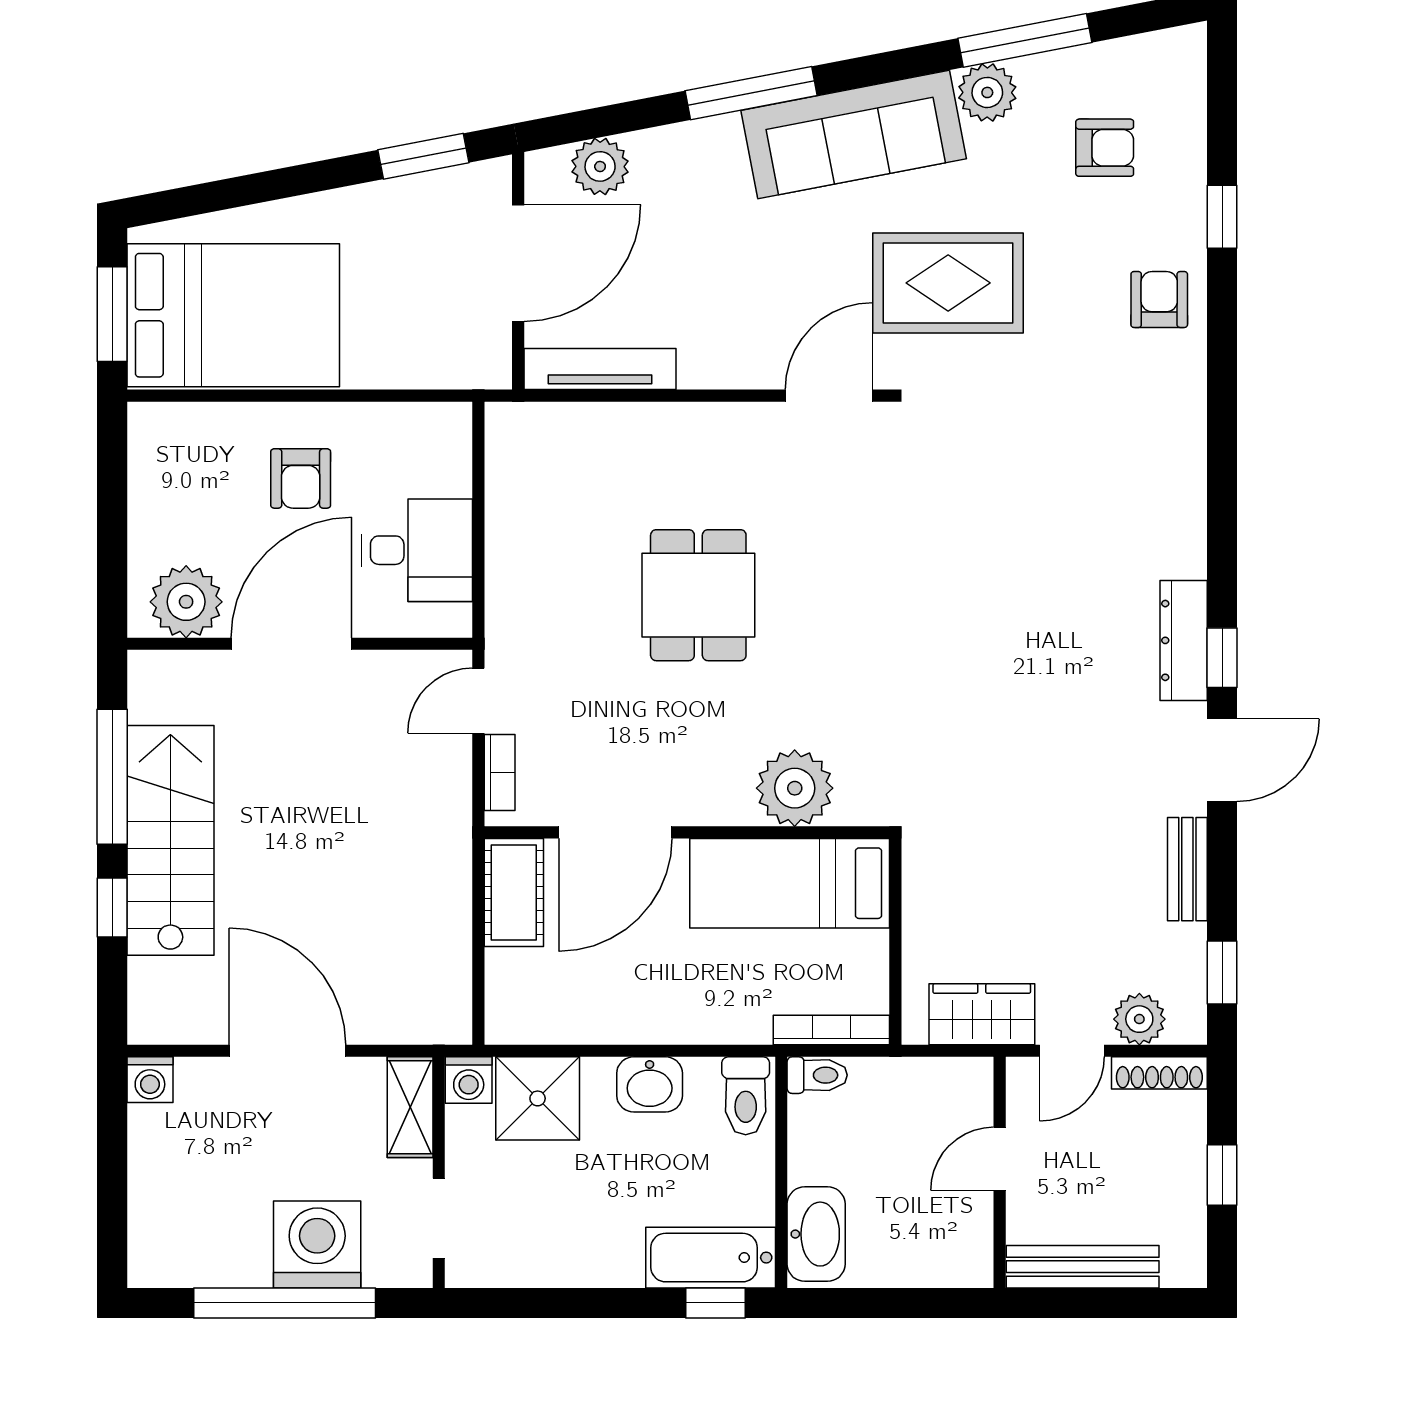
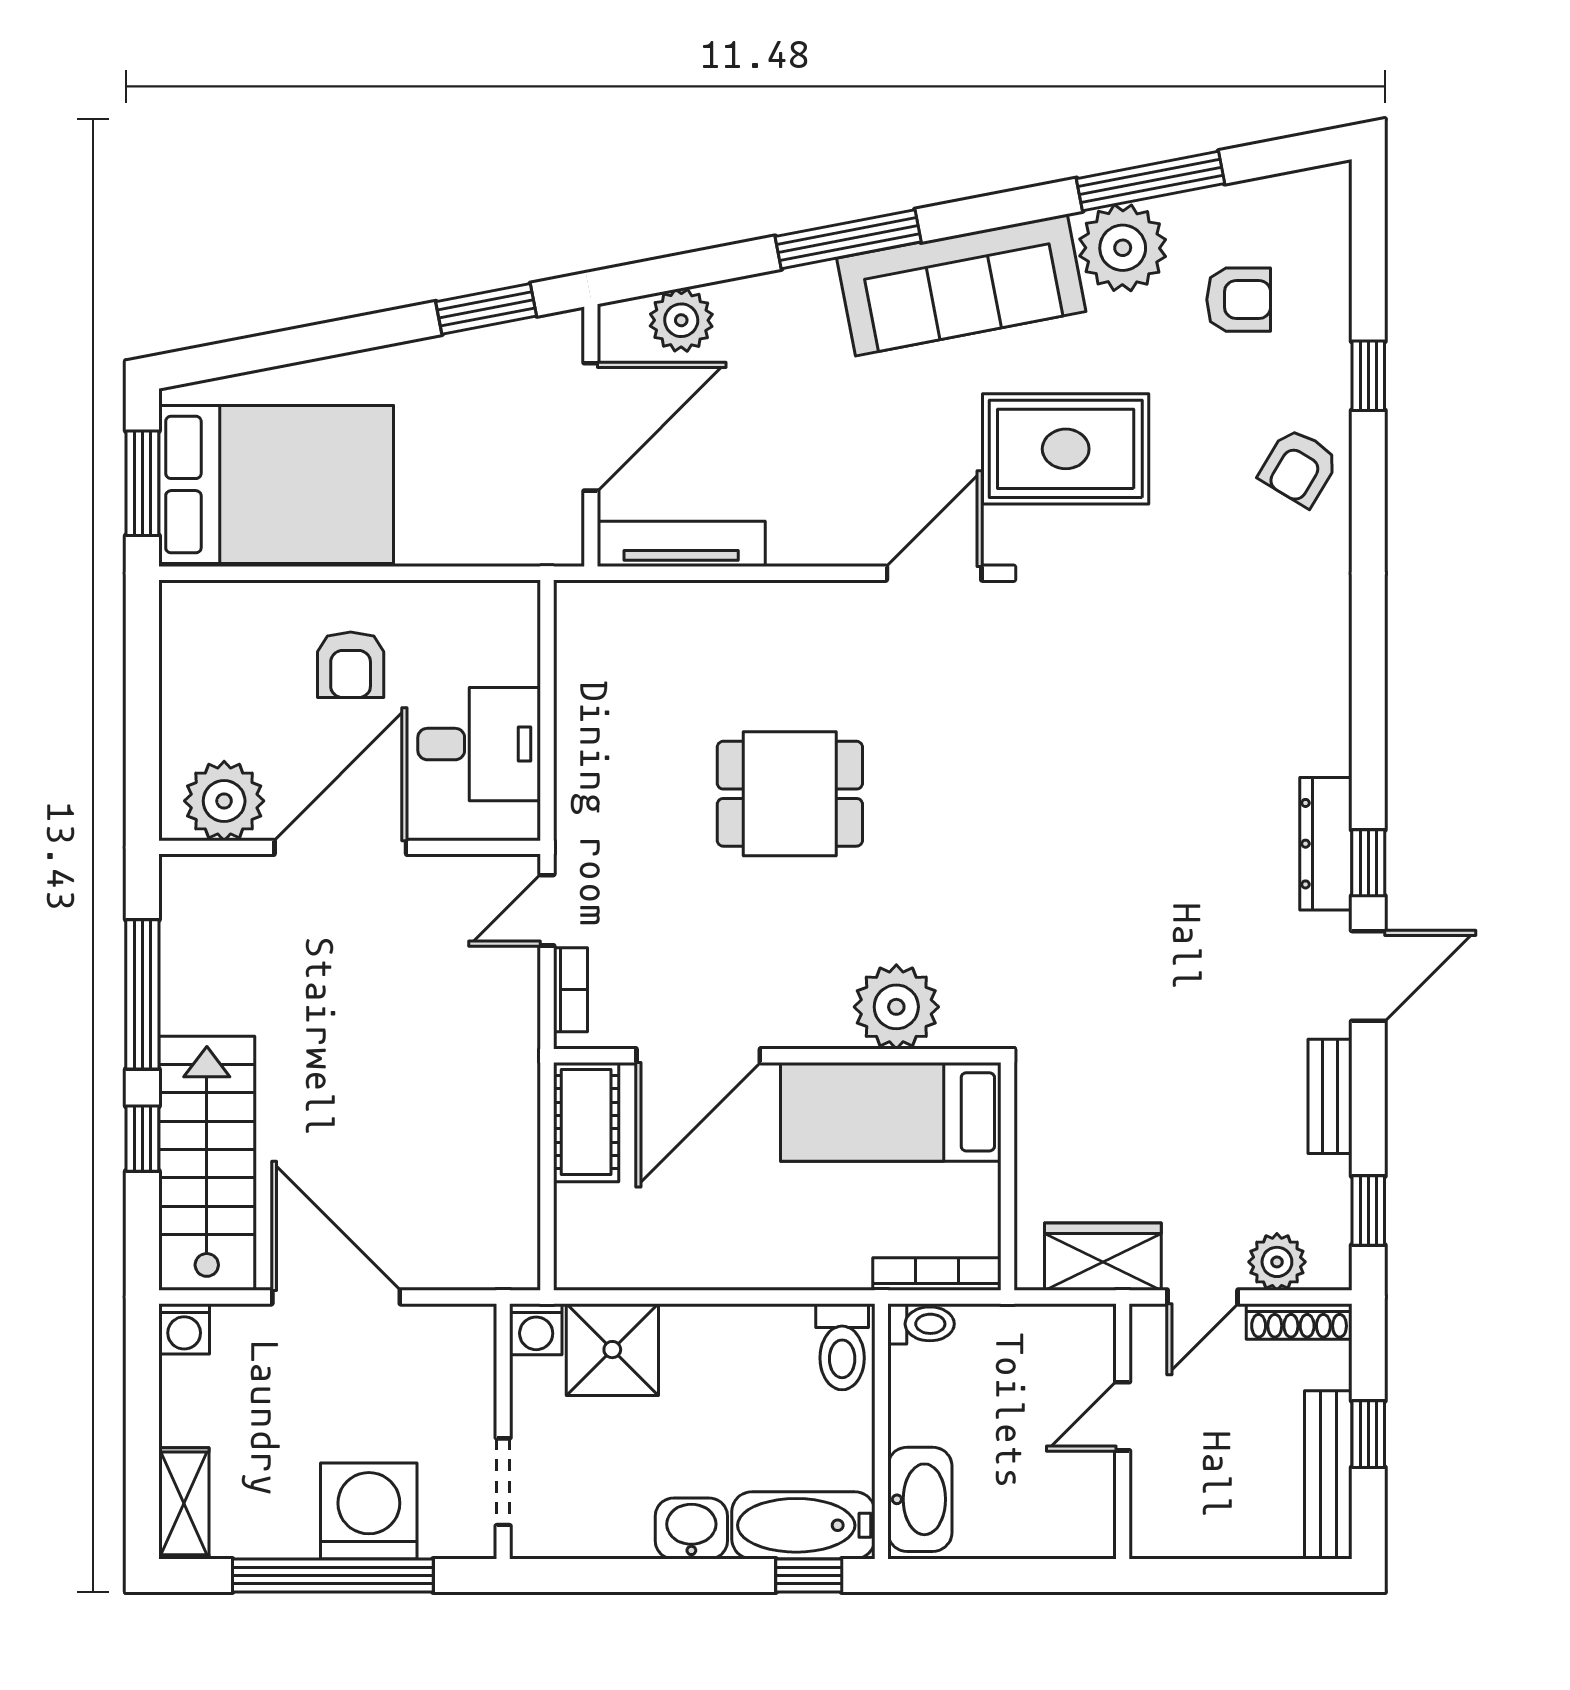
plant: (987, 92) -> (1123, 248), width x1.36, depth x1.36
armchair: (1159, 300) -> (1299, 467), turned -149
dining table: (698, 595) -> (790, 794), turned 90
stairs: (170, 840) -> (207, 1163), moved
washbasin: (650, 1084) -> (691, 1528), moved, turned 180
shelving: (410, 1107) -> (184, 1503), moved
bench: (1083, 1267) -> (1328, 1475), moved, turned 90

